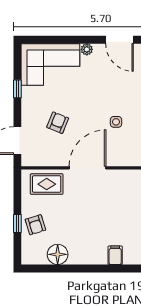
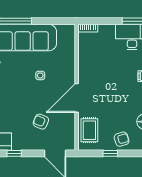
door: (88, 168) -> (77, 98), hinge flipped
window: (17, 224) -> (110, 153), moved

